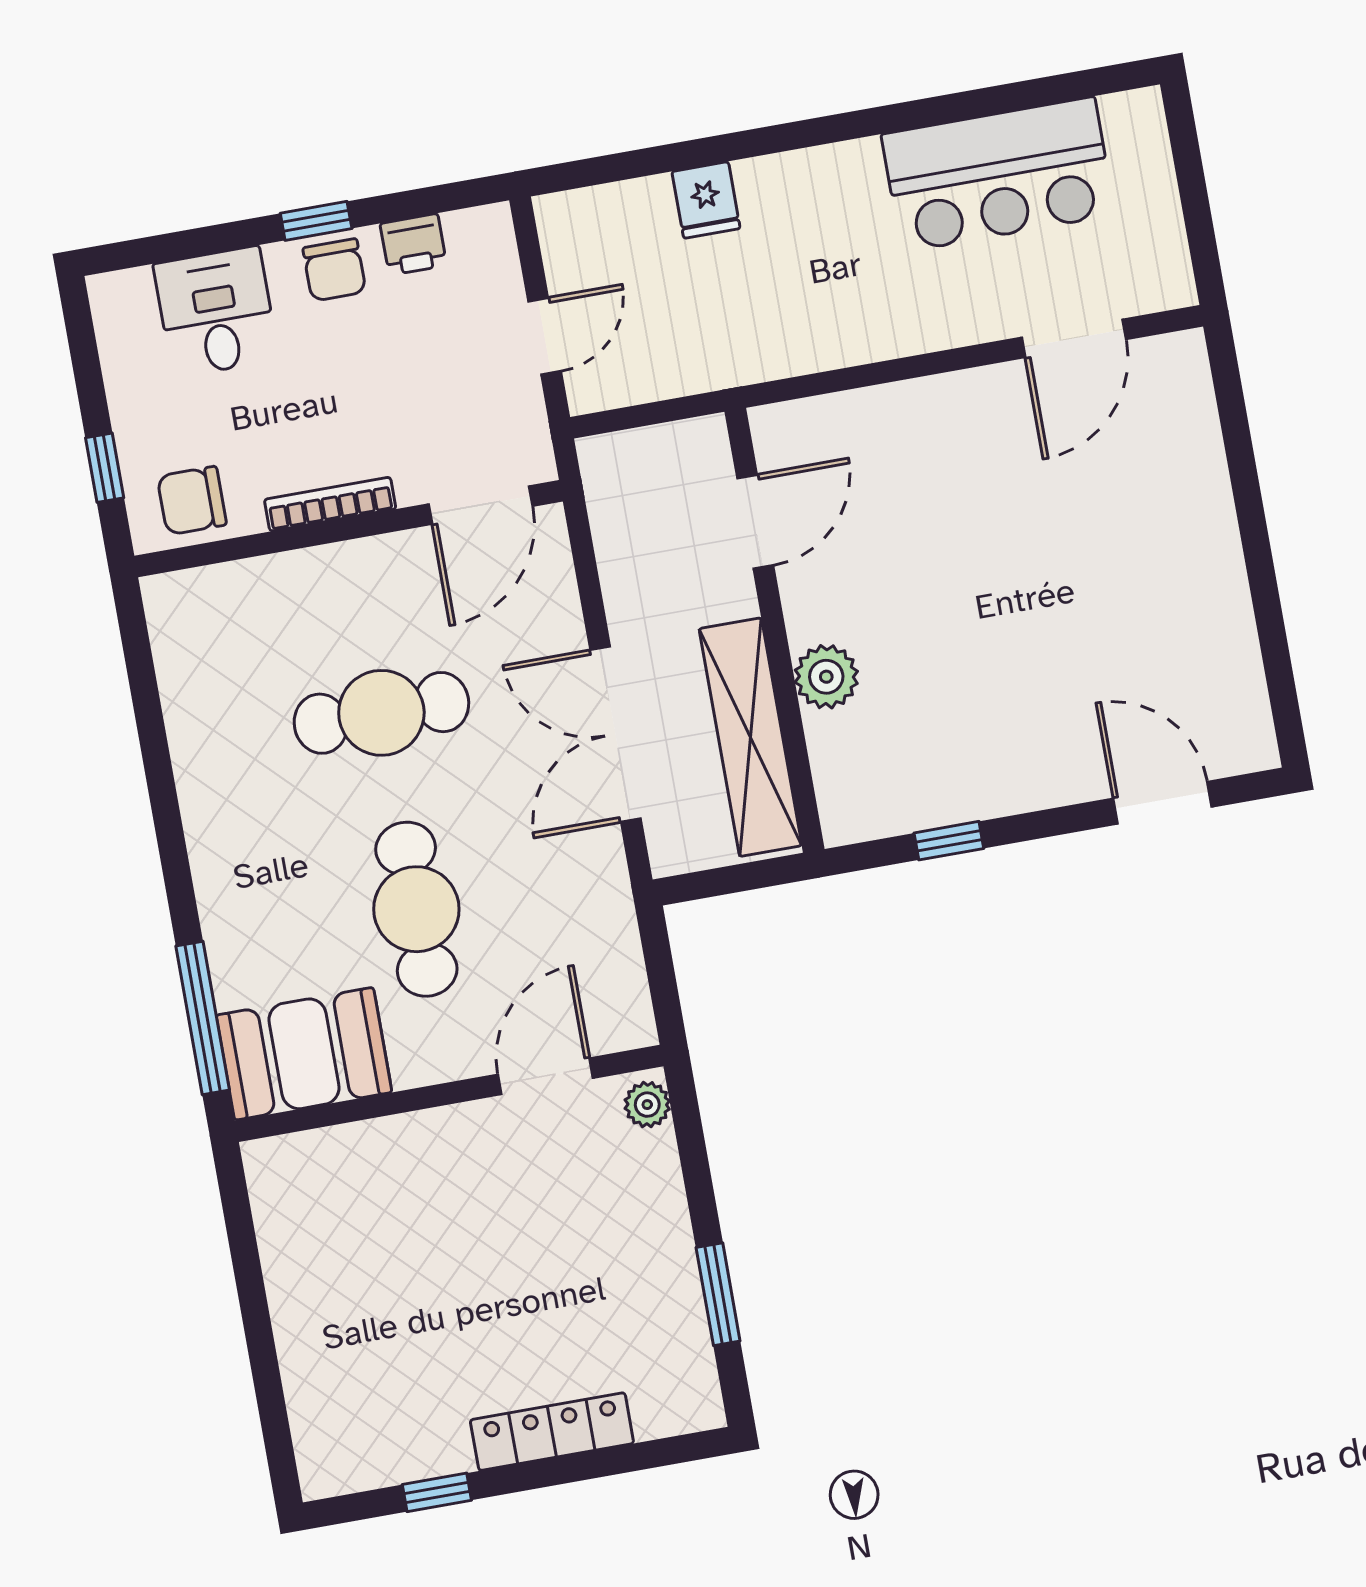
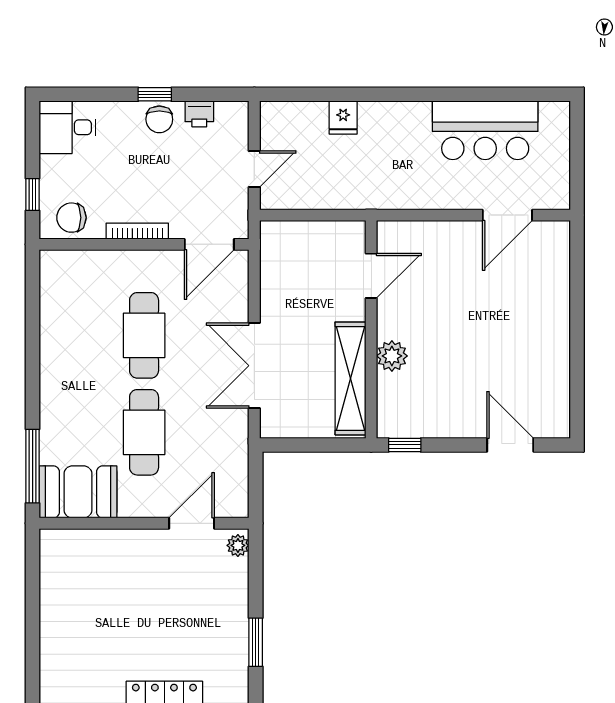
desk: (216, 312) -> (68, 127), moved, turned -90
door: (755, 522) -> (371, 276), moved
wall: (775, 630) -> (371, 329), moved
plant: (826, 677) -> (392, 356), moved
cafe table: (381, 713) -> (144, 335), turned 90
shelving: (750, 737) -> (350, 378), moved

